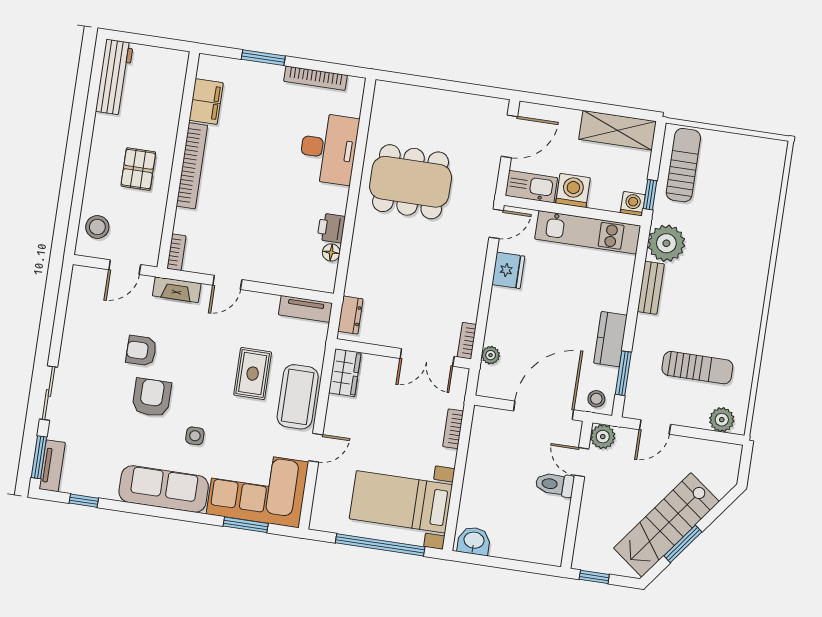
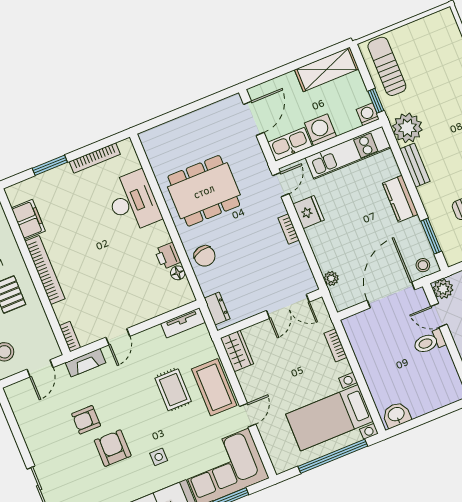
chair: (370, 251) -> (205, 256), added
kitchen counter: (610, 339) -> (400, 199), moved
bookcase: (467, 341) -> (289, 229), moved

